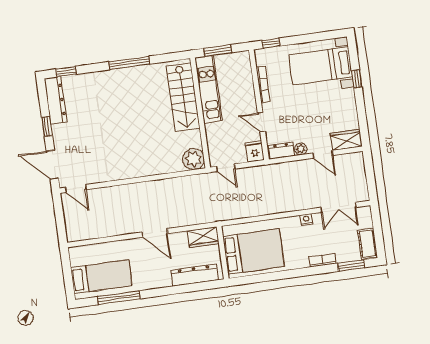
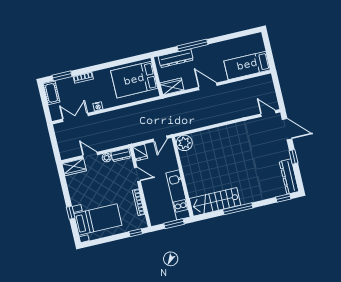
stairs: (183, 97) -> (215, 202), moved, turned -90
door: (226, 168) -> (160, 139), swing flipped
bed: (101, 277) -> (247, 65), moved
window: (119, 298) -> (193, 45), moved

